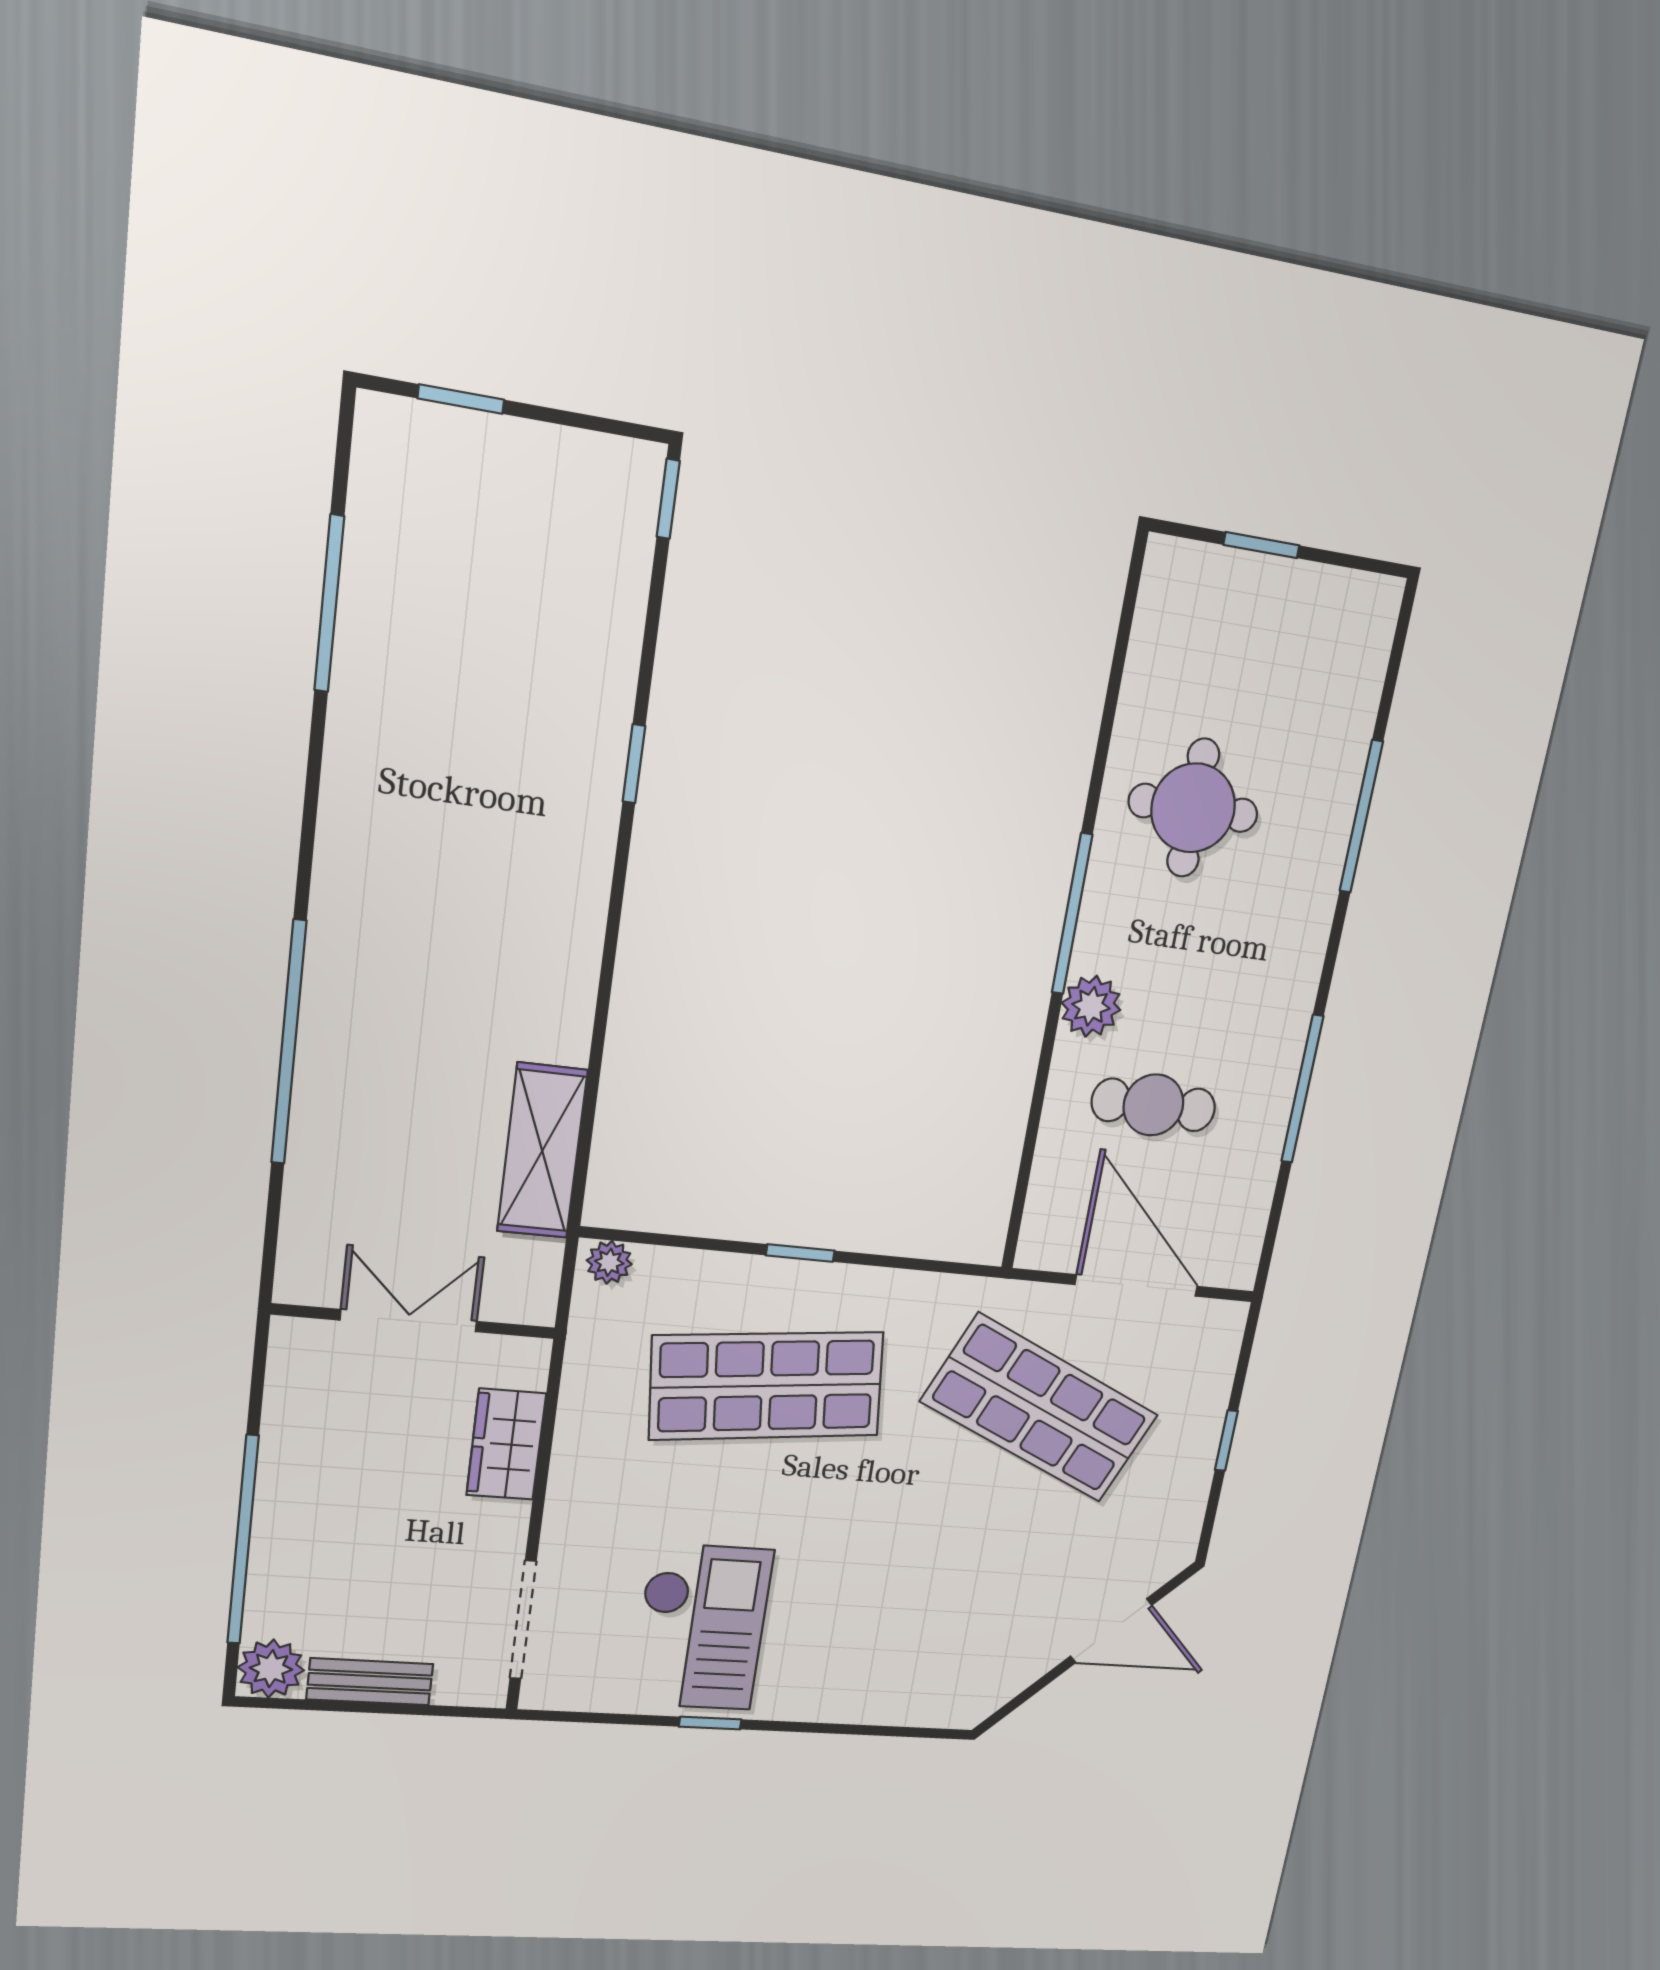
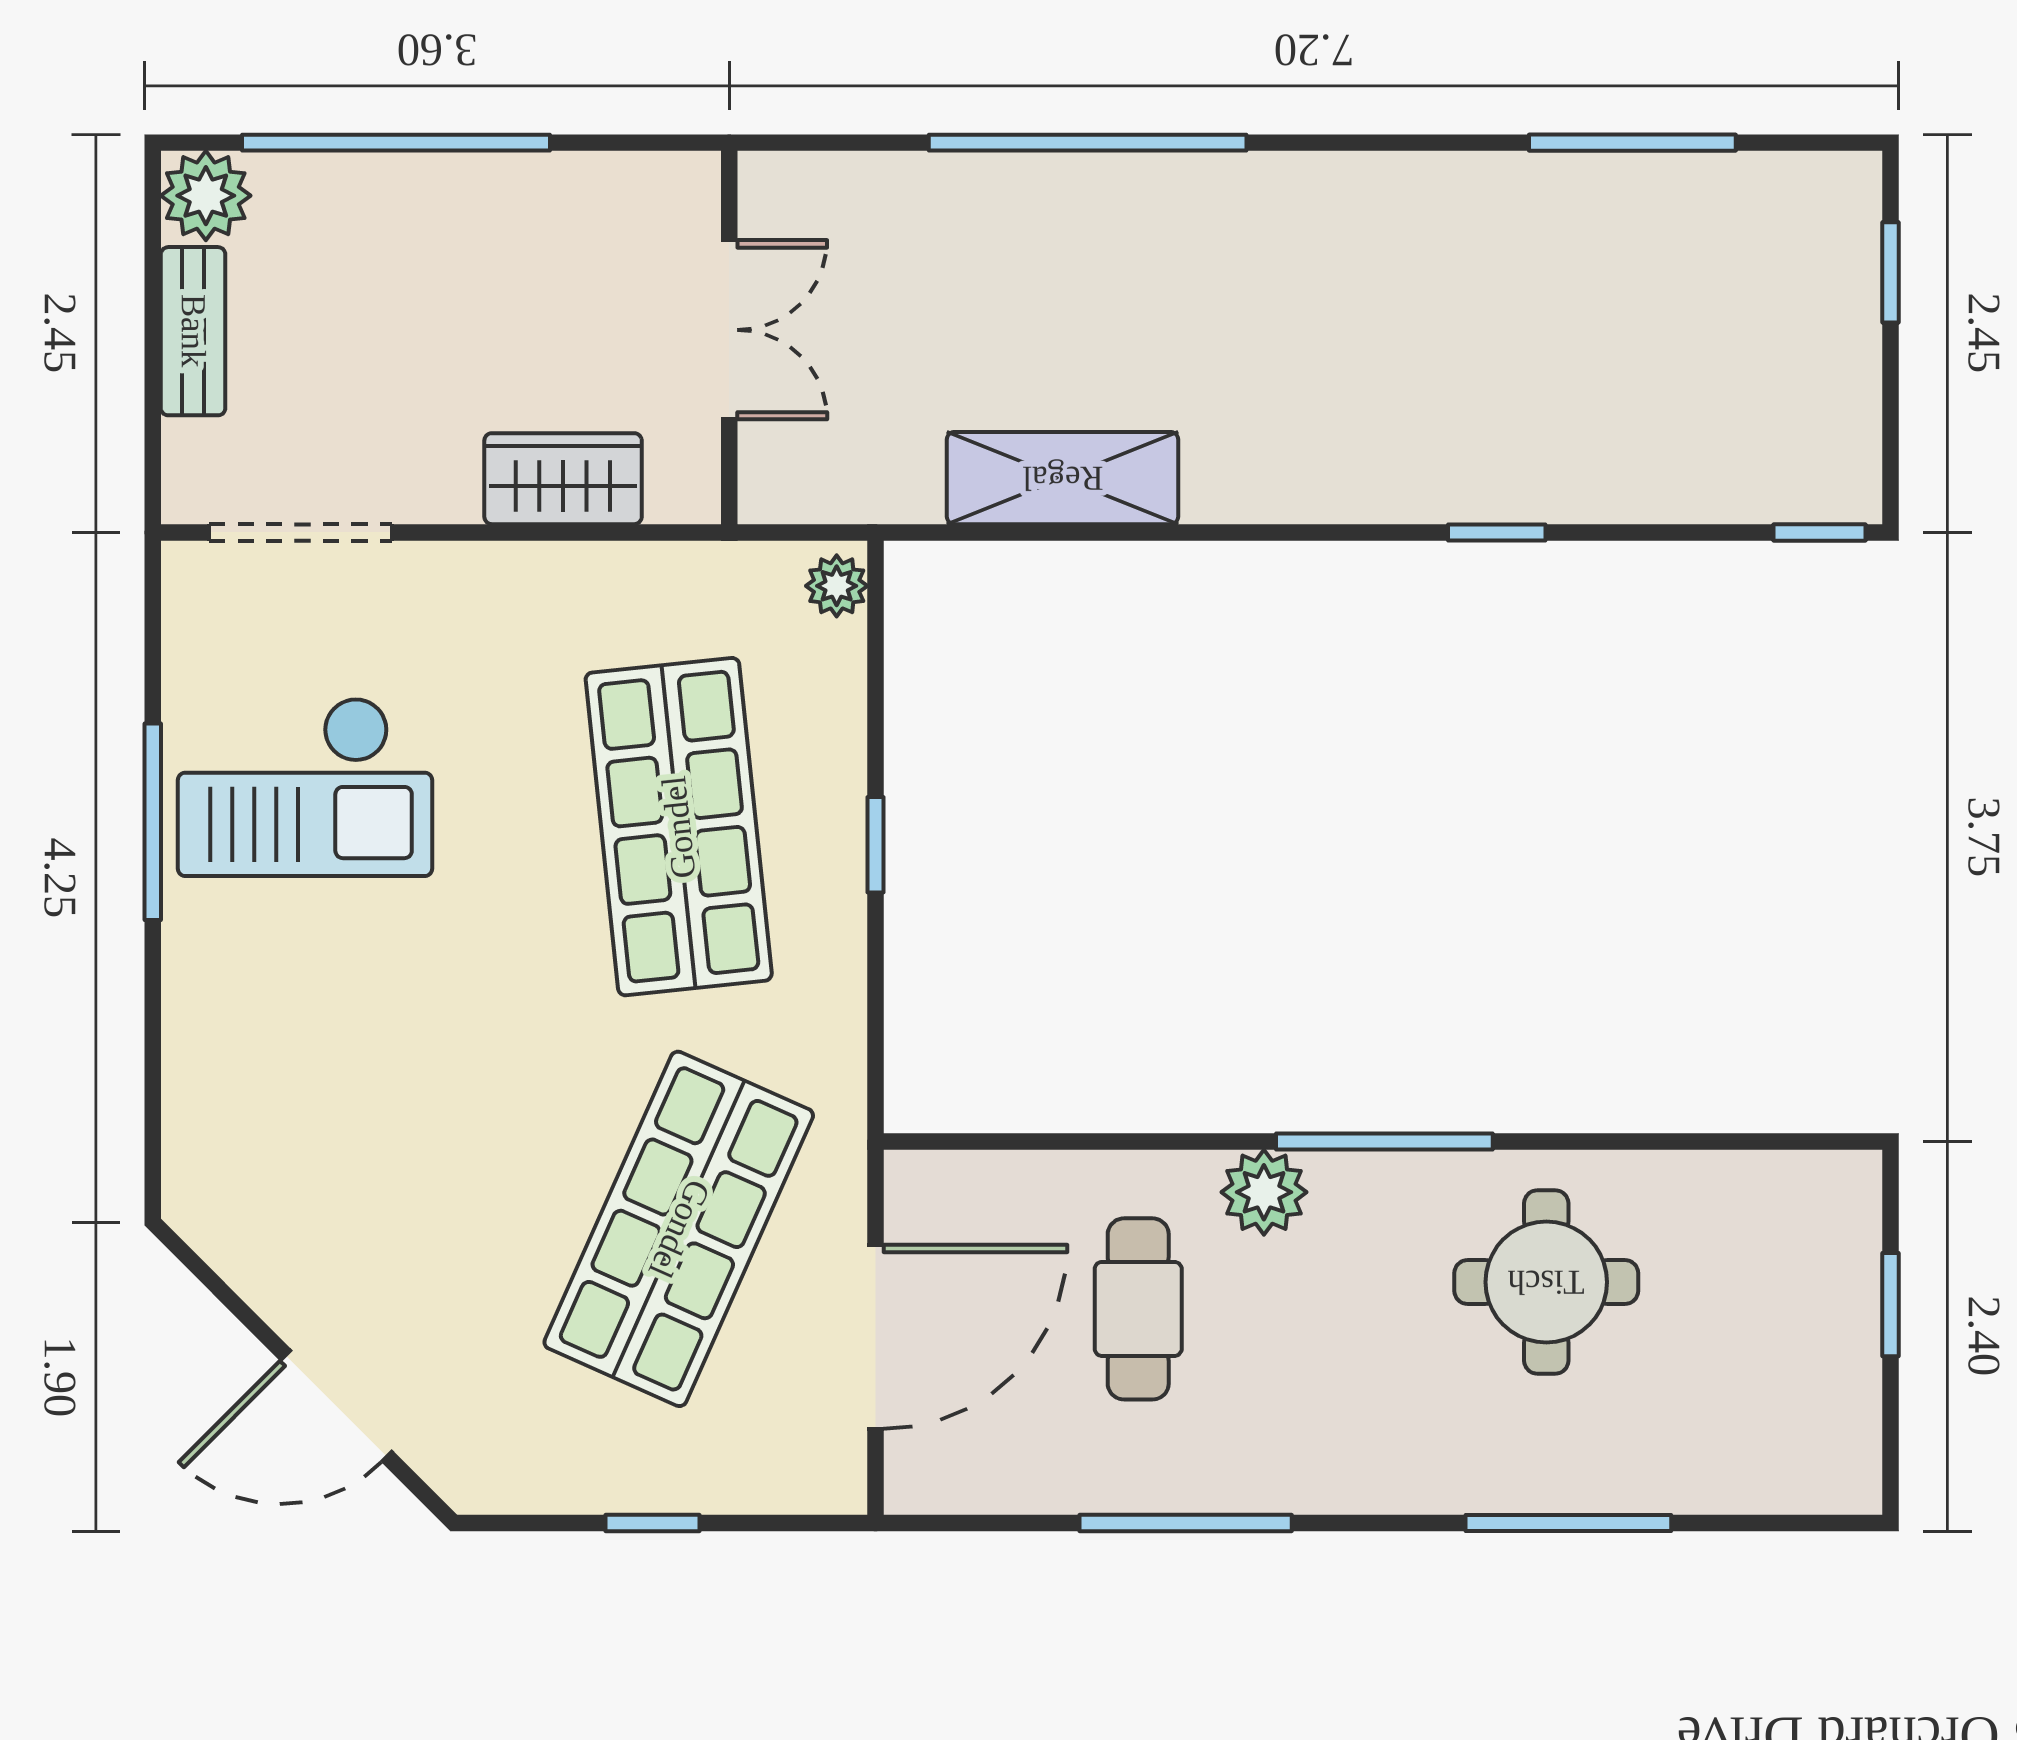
shelving: (542, 1151) -> (1063, 478), moved
door: (1111, 1631) -> (336, 1406), hinge flipped
window: (710, 1723) -> (153, 822), width x2.17

